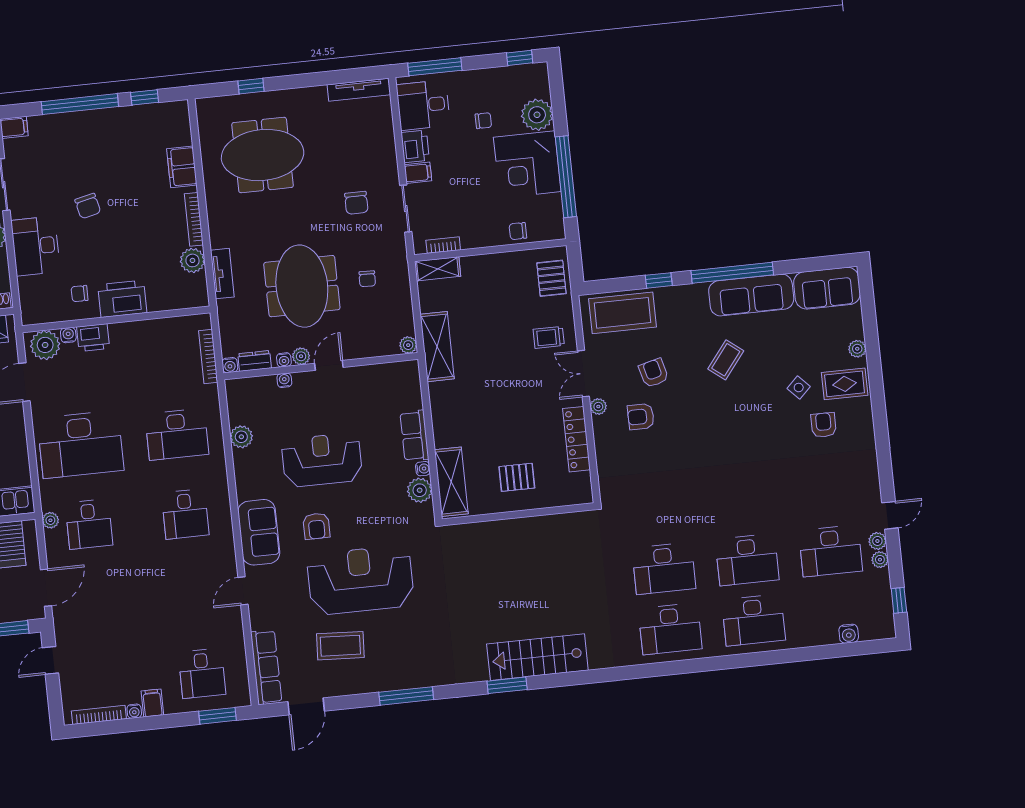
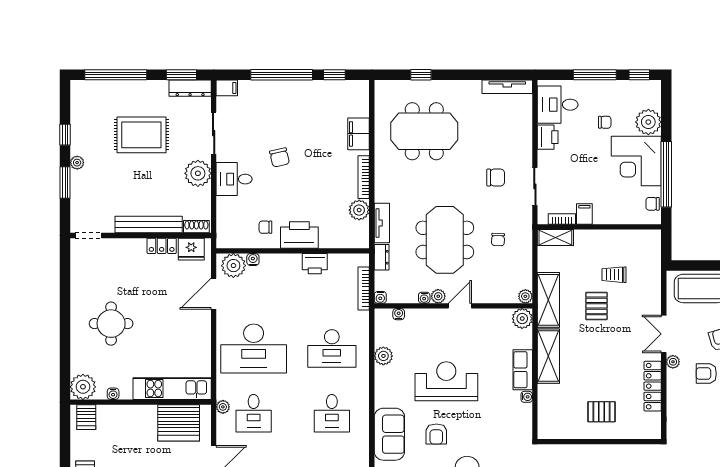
window: (435, 67) -> (595, 75), moved
filing cabinet: (418, 173) -> (584, 214), moved, turned -90
chair: (356, 203) -> (496, 178), turned -90
chair: (518, 231) -> (653, 204), moved
desk: (36, 246) -> (234, 179), width x0.73
pallet: (551, 278) -> (596, 306), moved
trolley: (549, 337) -> (614, 275), moved
printer: (93, 338) -> (315, 264), moved
dresser: (255, 361) -> (382, 257), moved, turned 90
water cooler: (284, 380) -> (399, 314), moved
shelving: (451, 482) -> (548, 356), moved
plant: (420, 490) -> (522, 319), moved

